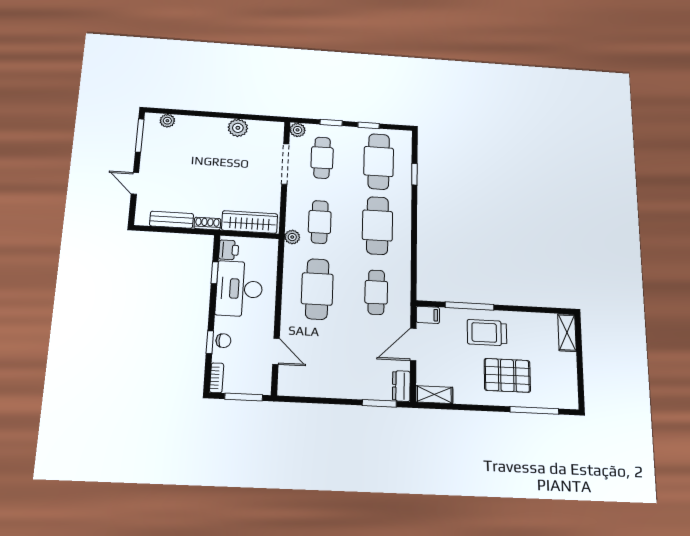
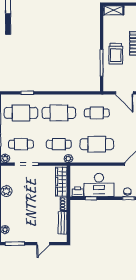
filing cabinet: (428, 315) -> (108, 85), removed

